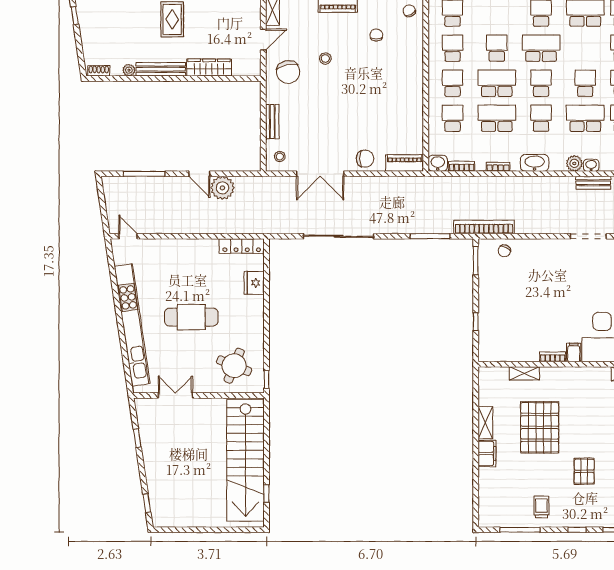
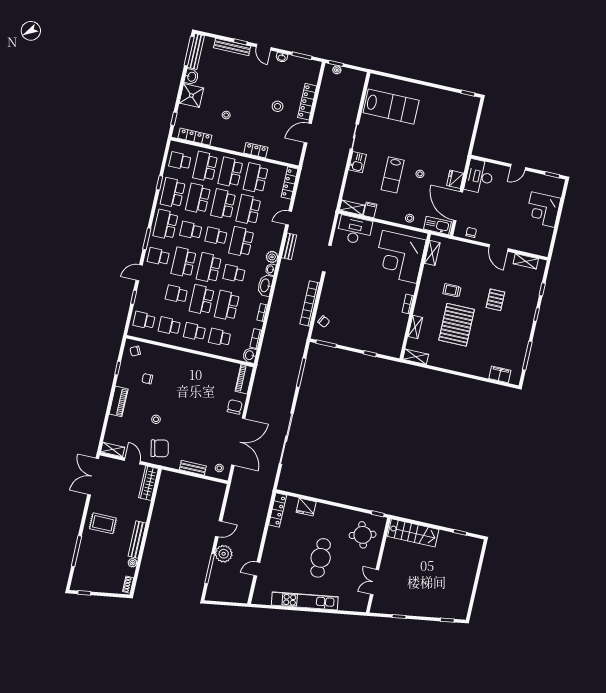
school desk: (585, 48) -> (191, 230), added
wardrobe: (209, 68) -> (148, 483), moved
school desk: (541, 83) -> (209, 268), width x1.85
washbasin: (591, 165) -> (271, 269), moved
double door: (320, 174) -> (238, 442), width x1.36
plant: (222, 188) -> (224, 554), moved
bookcase: (484, 227) -> (310, 304), moved
door: (128, 236) -> (257, 569), moved
kitchen unit: (132, 325) -> (305, 601), width x0.73
filing cabinet: (574, 353) -> (408, 288), removed
round table: (234, 366) -> (363, 535), turned -38
shelving: (485, 423) -> (416, 357), moved
pallet: (540, 427) -> (457, 325), turned 90
filing cabinet: (487, 454) -> (500, 374), moved
stairs: (245, 460) -> (413, 533), width x0.54, depth x0.66
pallet: (584, 471) -> (495, 300), turned 90
trolley: (541, 507) -> (452, 290), moved

